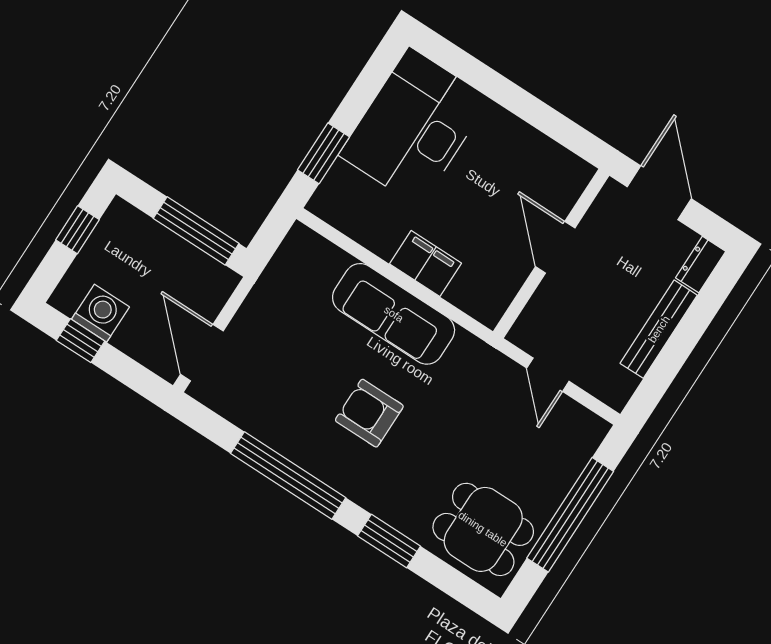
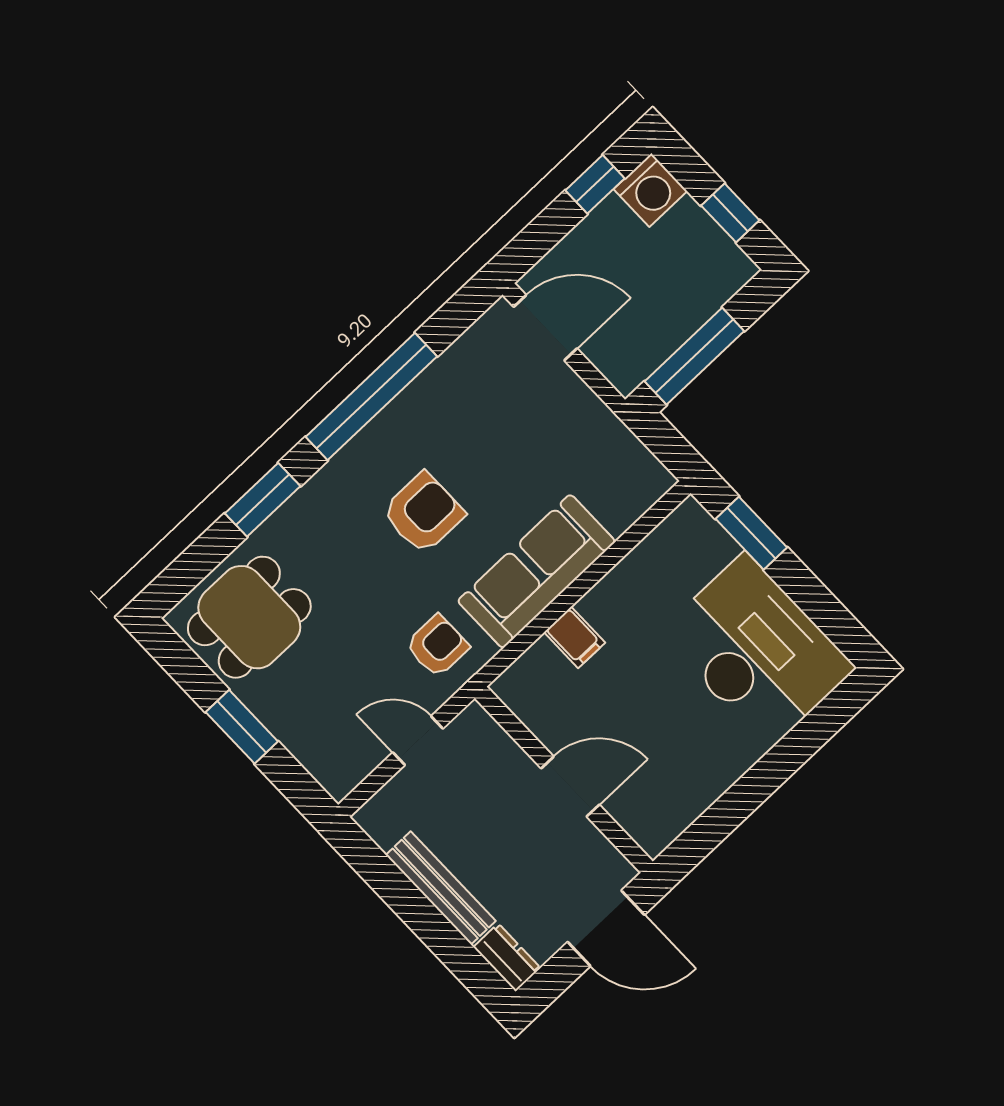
filing cabinet: (425, 264) -> (575, 637), width x0.50
washing machine: (100, 313) -> (650, 190), moved
armchair: (470, 377) -> (437, 646), added
window: (570, 515) -> (242, 727), width x0.47

